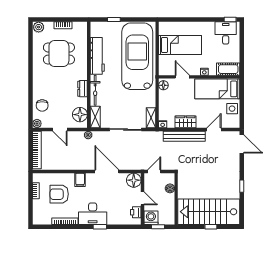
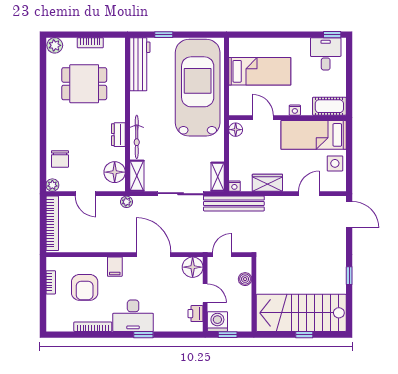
workbench: (97, 56) -> (140, 64), moved
bench: (184, 136) -> (234, 204), moved
armchair: (59, 194) -> (85, 287), turned -90

